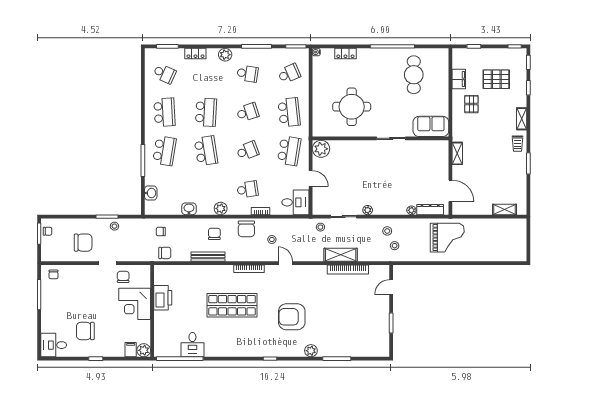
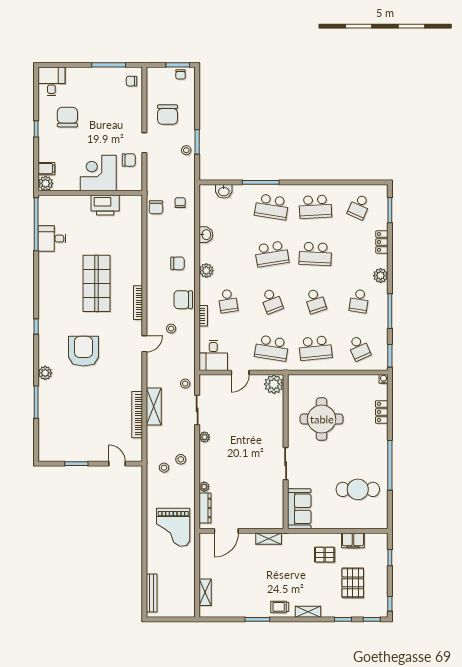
bench: (208, 257) -> (152, 593), moved

